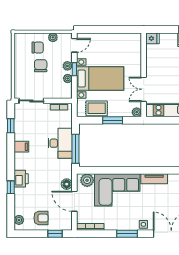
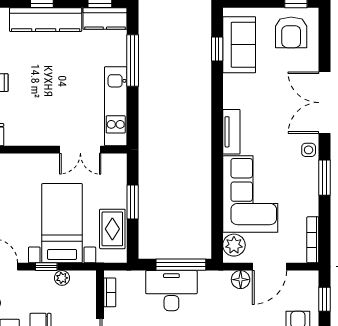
plant: (67, 66) -> (41, 278), removed
plant: (137, 112) -> (119, 161), removed

